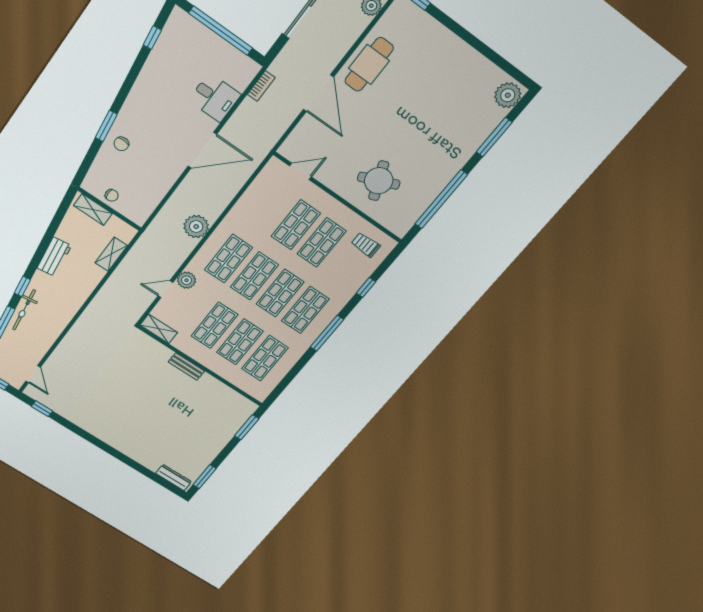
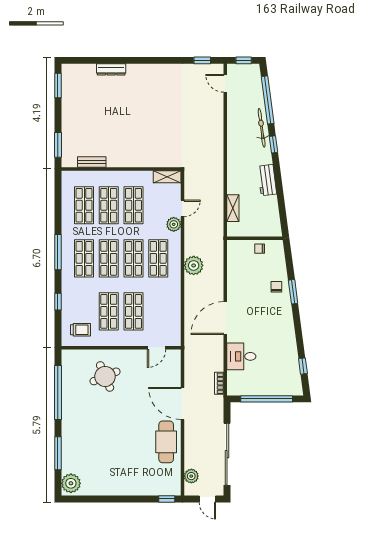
shelving: (93, 210) -> (265, 231), removed
bench: (186, 367) -> (92, 162), moved
dresser: (174, 478) -> (111, 69), moved

